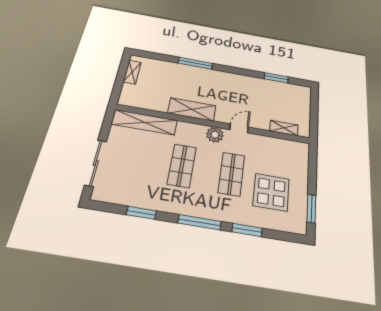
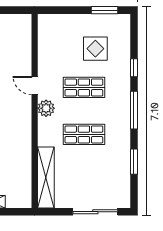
shelving: (192, 109) -> (23, 135), removed
shelving: (284, 128) -> (25, 41), removed
display table: (271, 192) -> (95, 49), width x0.73, depth x0.73
window: (247, 230) -> (134, 68), width x0.67

